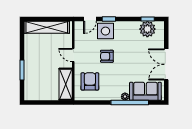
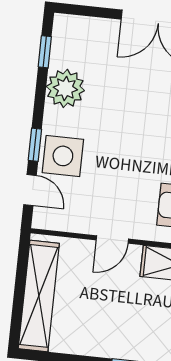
plant: (147, 29) -> (65, 88), moved
armchair: (107, 56) -> (124, 159), removed

